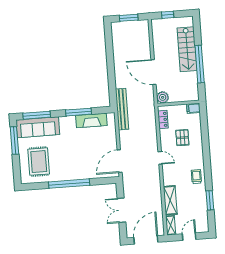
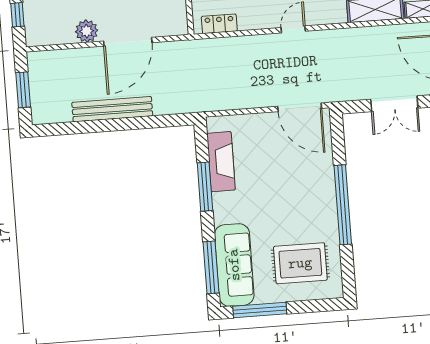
plant: (163, 97) -> (87, 31), moved
bench: (122, 109) -> (112, 109), moved

